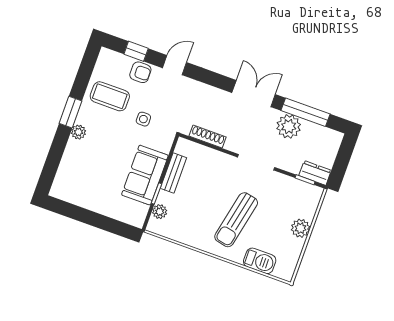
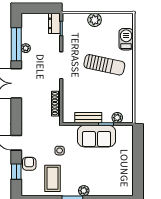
plant: (289, 126) -> (26, 48), width x0.53, depth x0.53

